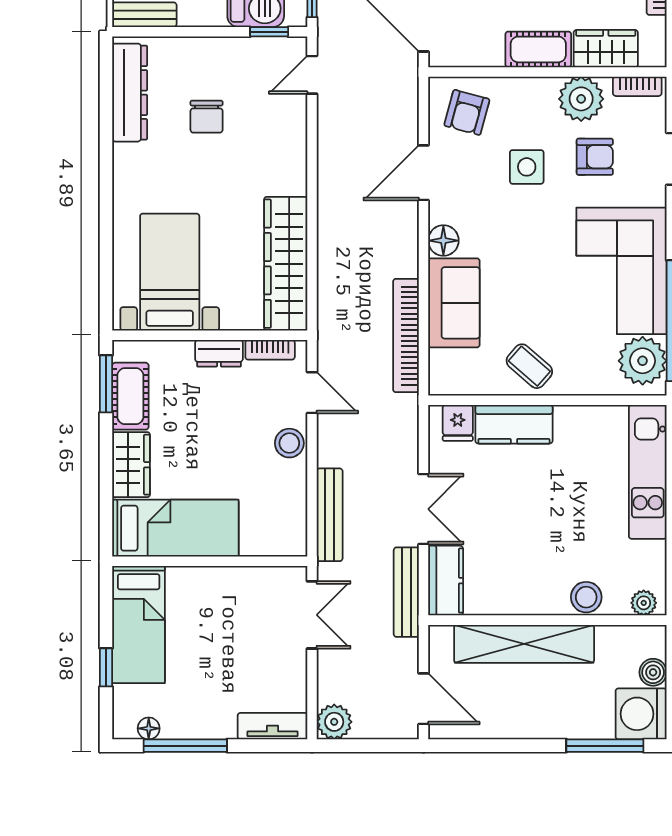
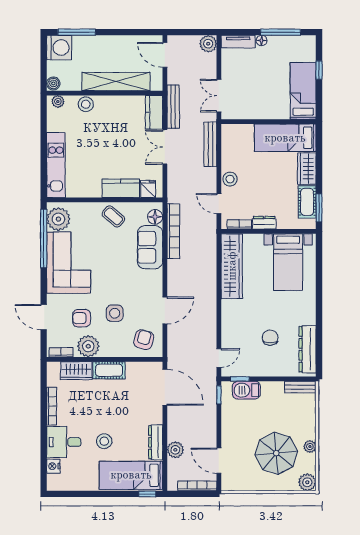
floor lamp: (443, 241) -> (155, 217), moved
boiler: (653, 672) -> (53, 83), moved
floor lamp: (149, 728) -> (262, 40), moved

